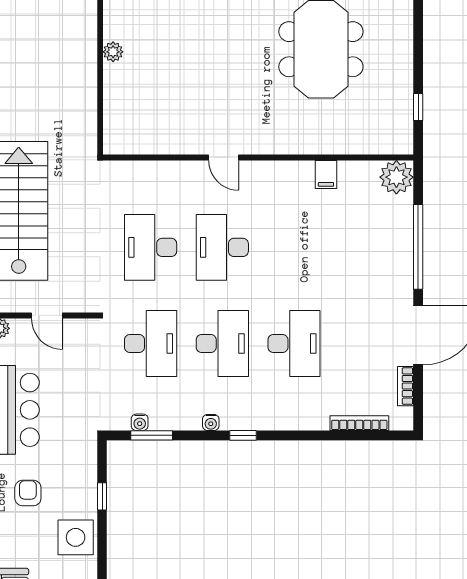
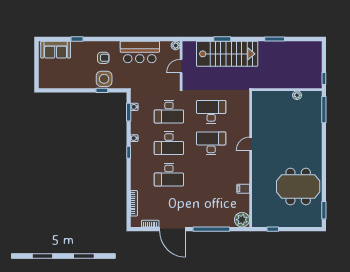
side table: (76, 537) -> (104, 79), moved

